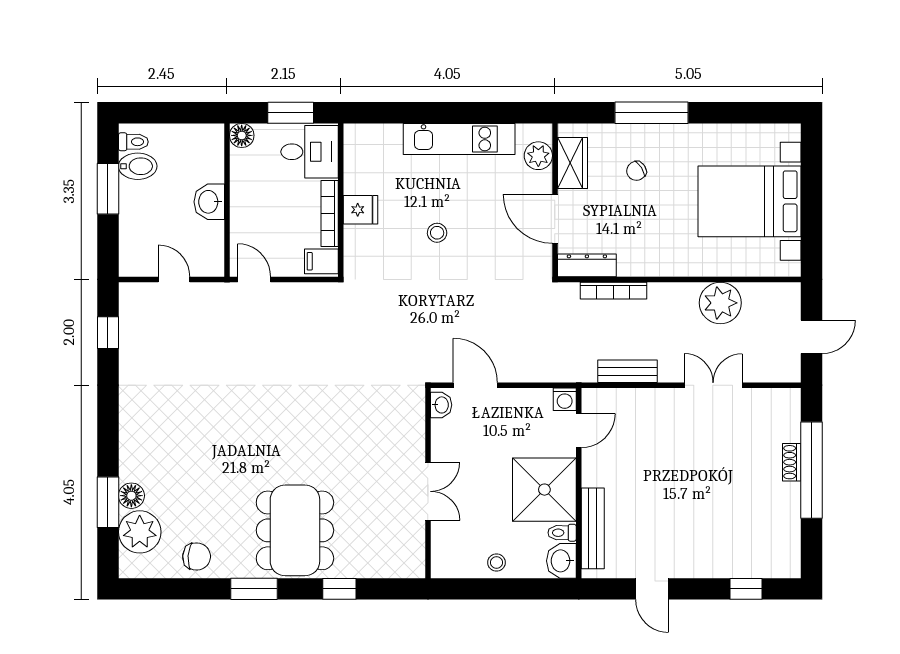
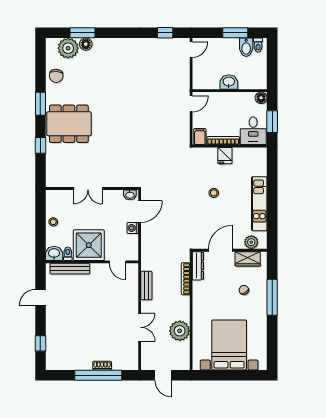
door: (174, 279) -> (191, 50), moved
washing machine: (565, 399) -> (133, 228), moved

